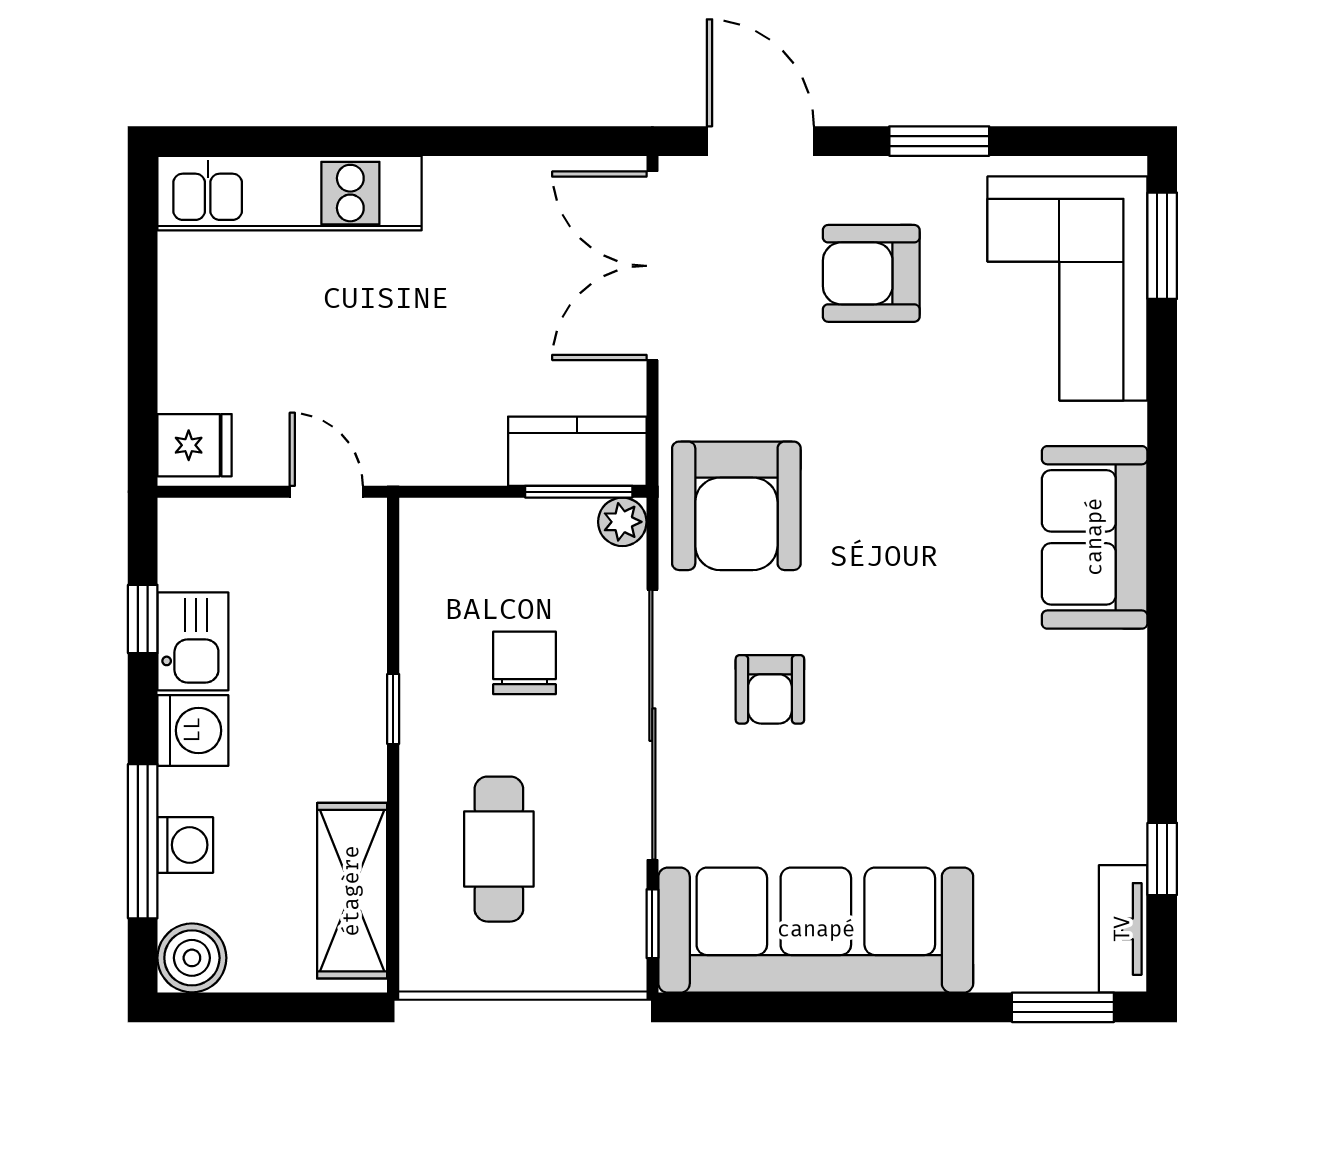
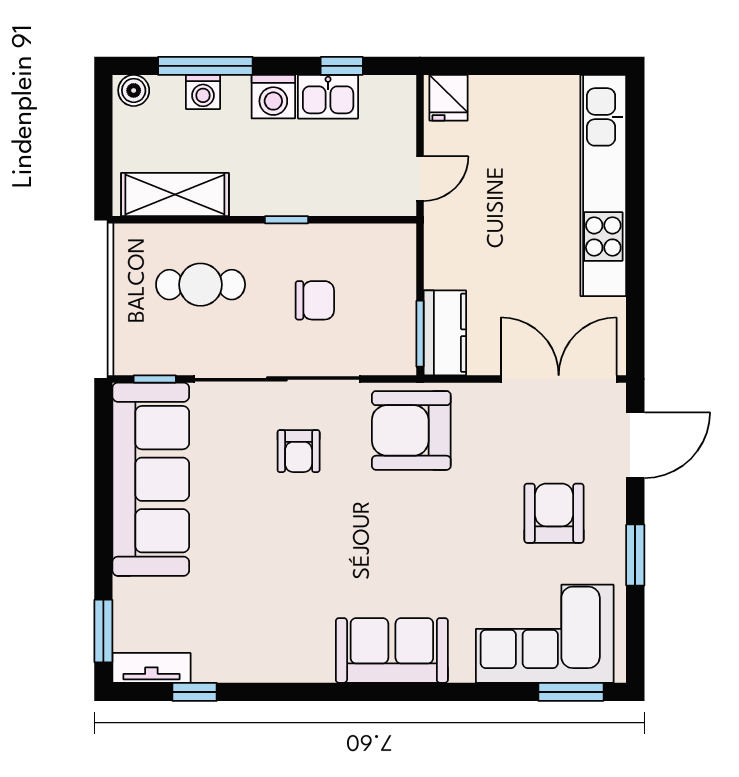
kitchen unit: (290, 193) -> (603, 186), width x1.36
plant: (622, 522) -> (401, 360), removed
armchair: (770, 689) -> (299, 451), turned -90
boiler: (192, 958) -> (134, 90), width x0.73, depth x0.73

